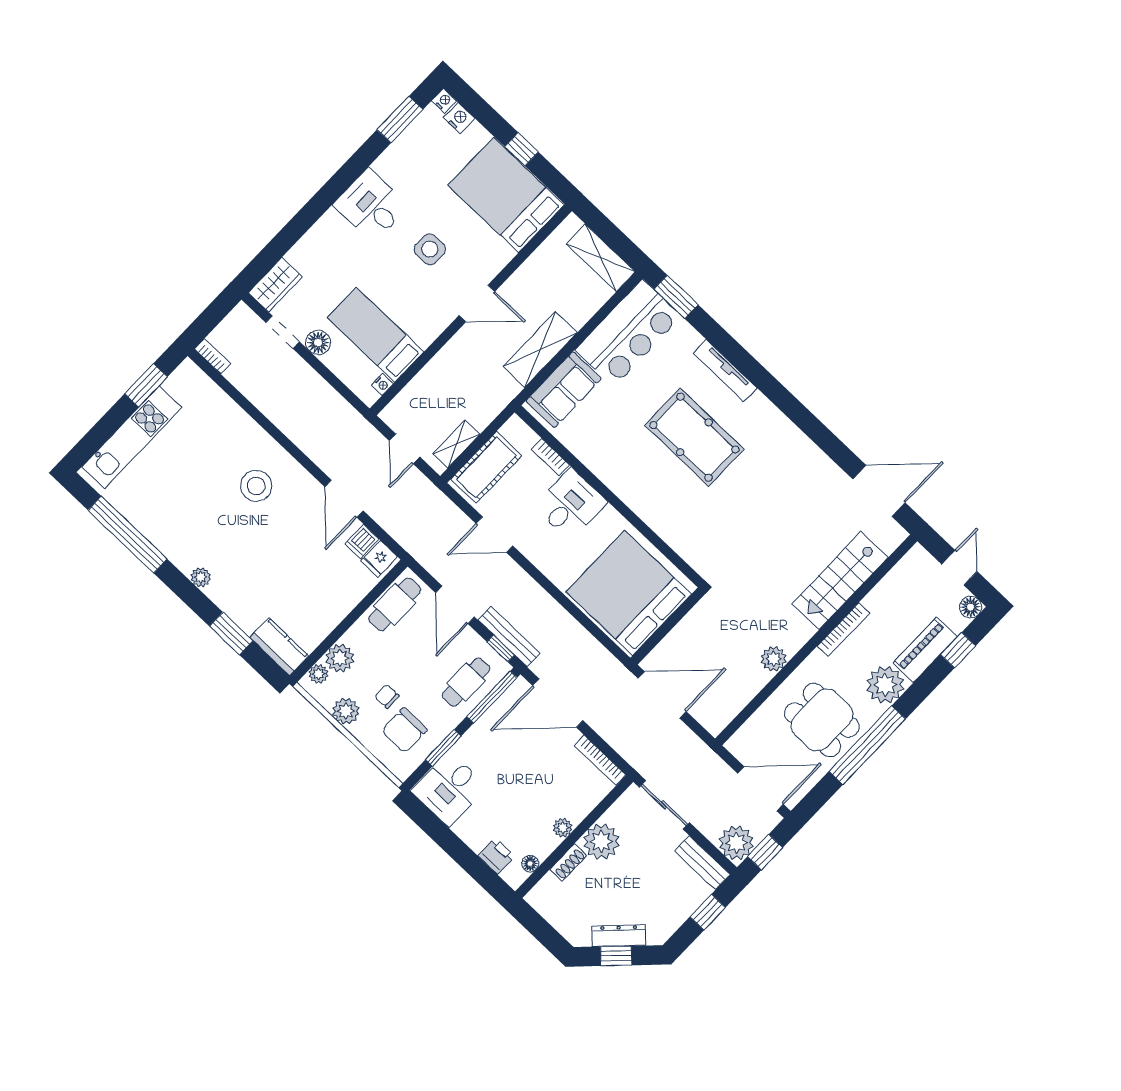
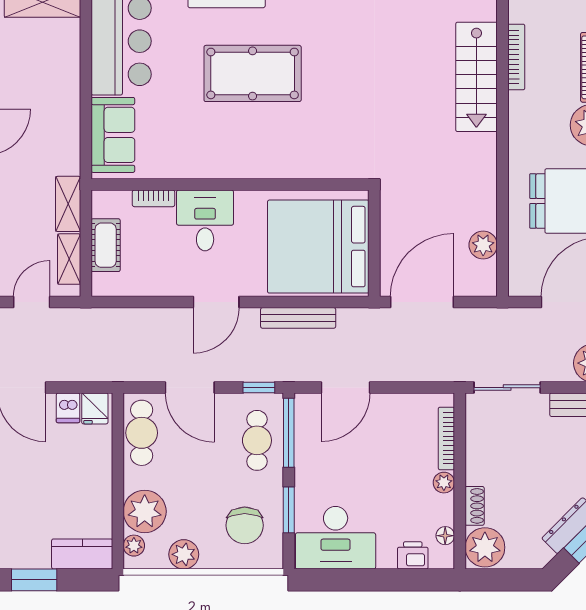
shelving: (540, 350) -> (68, 204), moved, width x0.67, depth x0.75
door: (405, 449) -> (32, 302), swing flipped
cot: (486, 467) -> (106, 245), width x0.73, depth x0.75
door: (494, 535) -> (216, 302), moved
bookcase: (843, 630) -> (516, 57), moved
bench: (509, 637) -> (298, 318), moved
plant: (340, 658) -> (145, 511), width x1.36, depth x1.36
plant: (774, 659) -> (483, 245), moved
chair: (387, 696) -> (205, 512), removed
door: (558, 703) -> (346, 388), width x0.73
bookcase: (600, 760) -> (446, 438), moved, turned 90
desk: (449, 789) -> (336, 538), width x1.37
plant: (601, 842) -> (485, 547), moved

